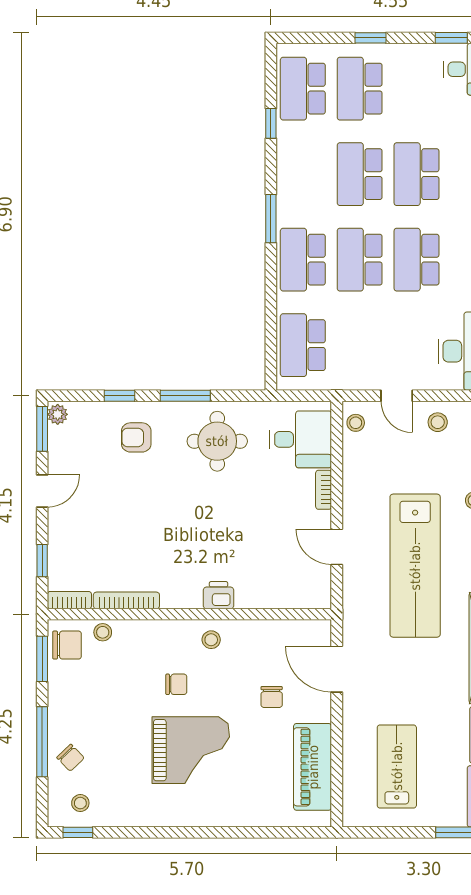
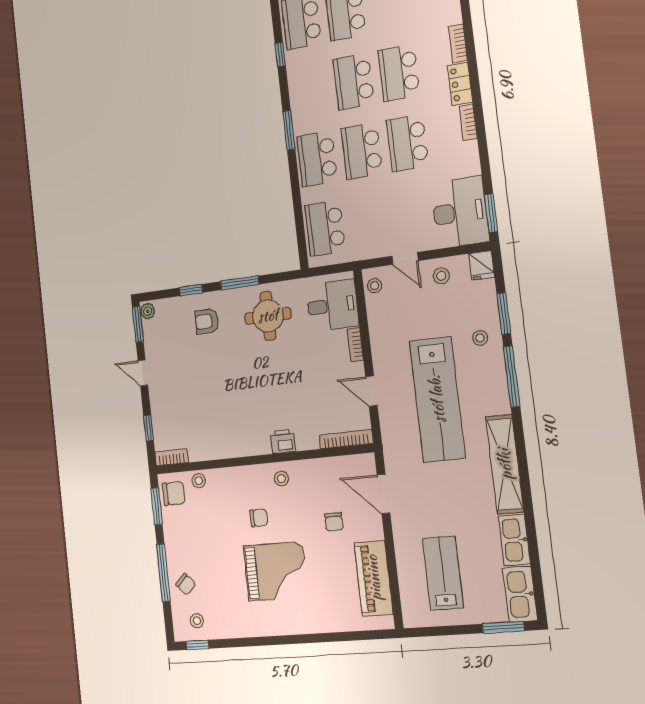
door: (42, 491) -> (143, 373), swing flipped
bookcase: (126, 600) -> (346, 439), moved

